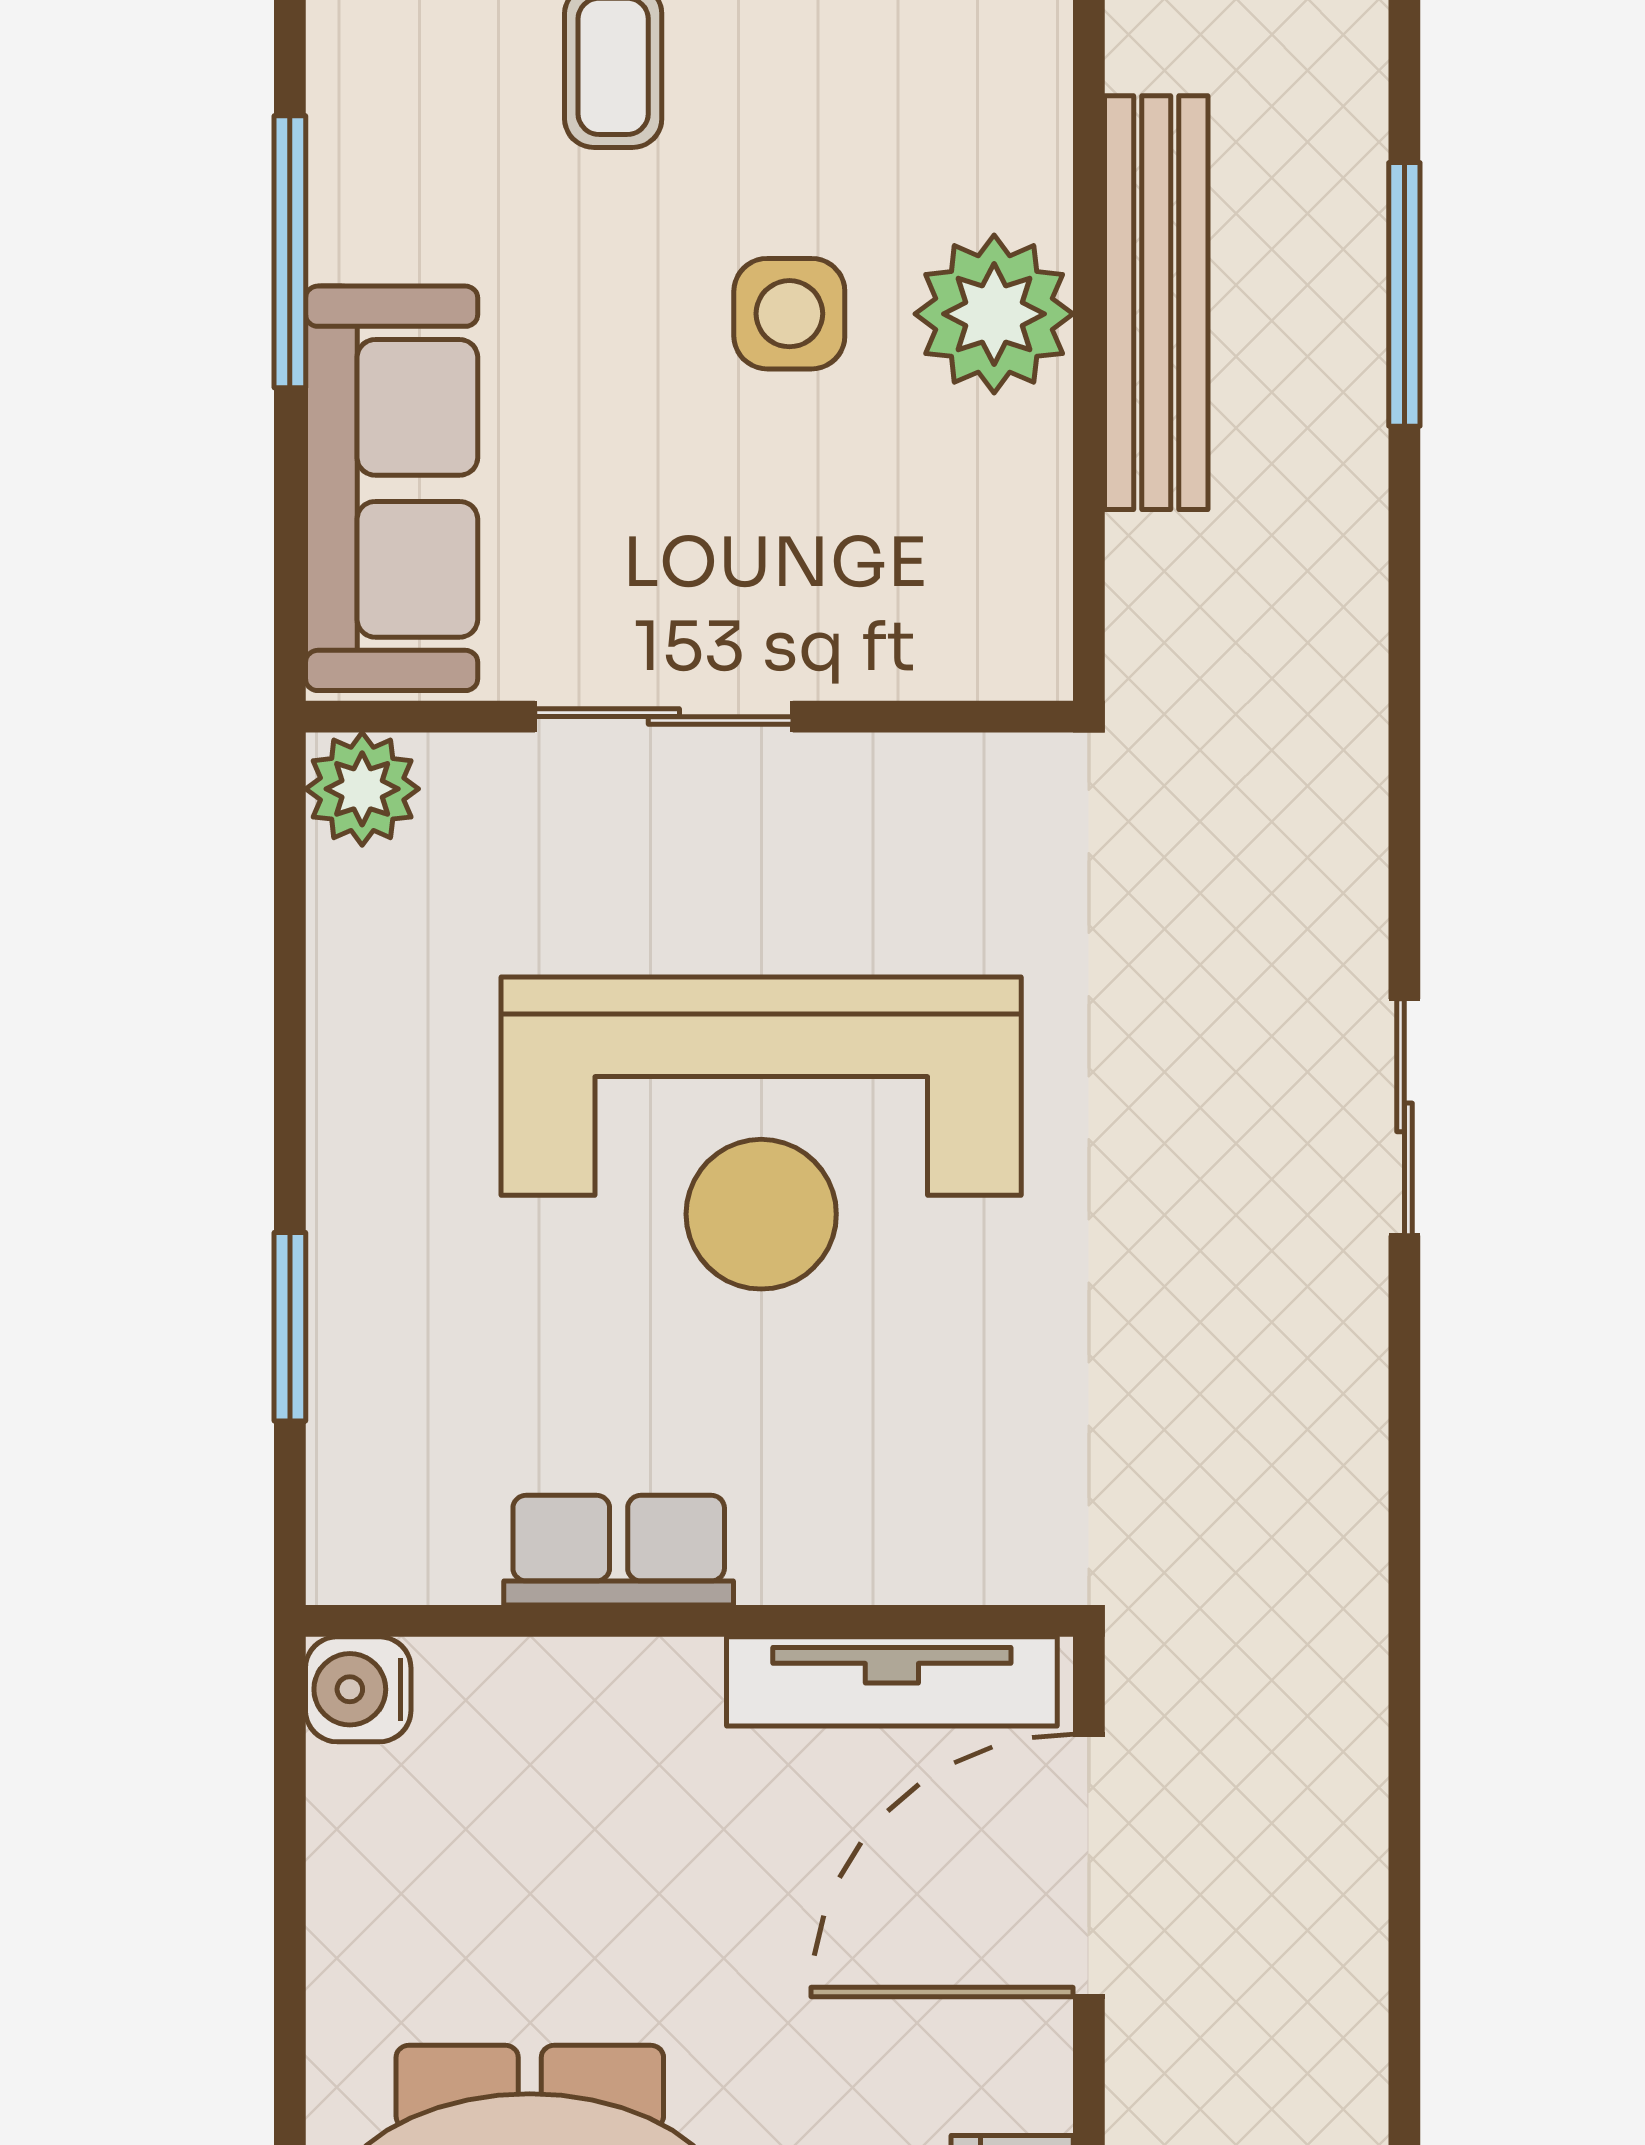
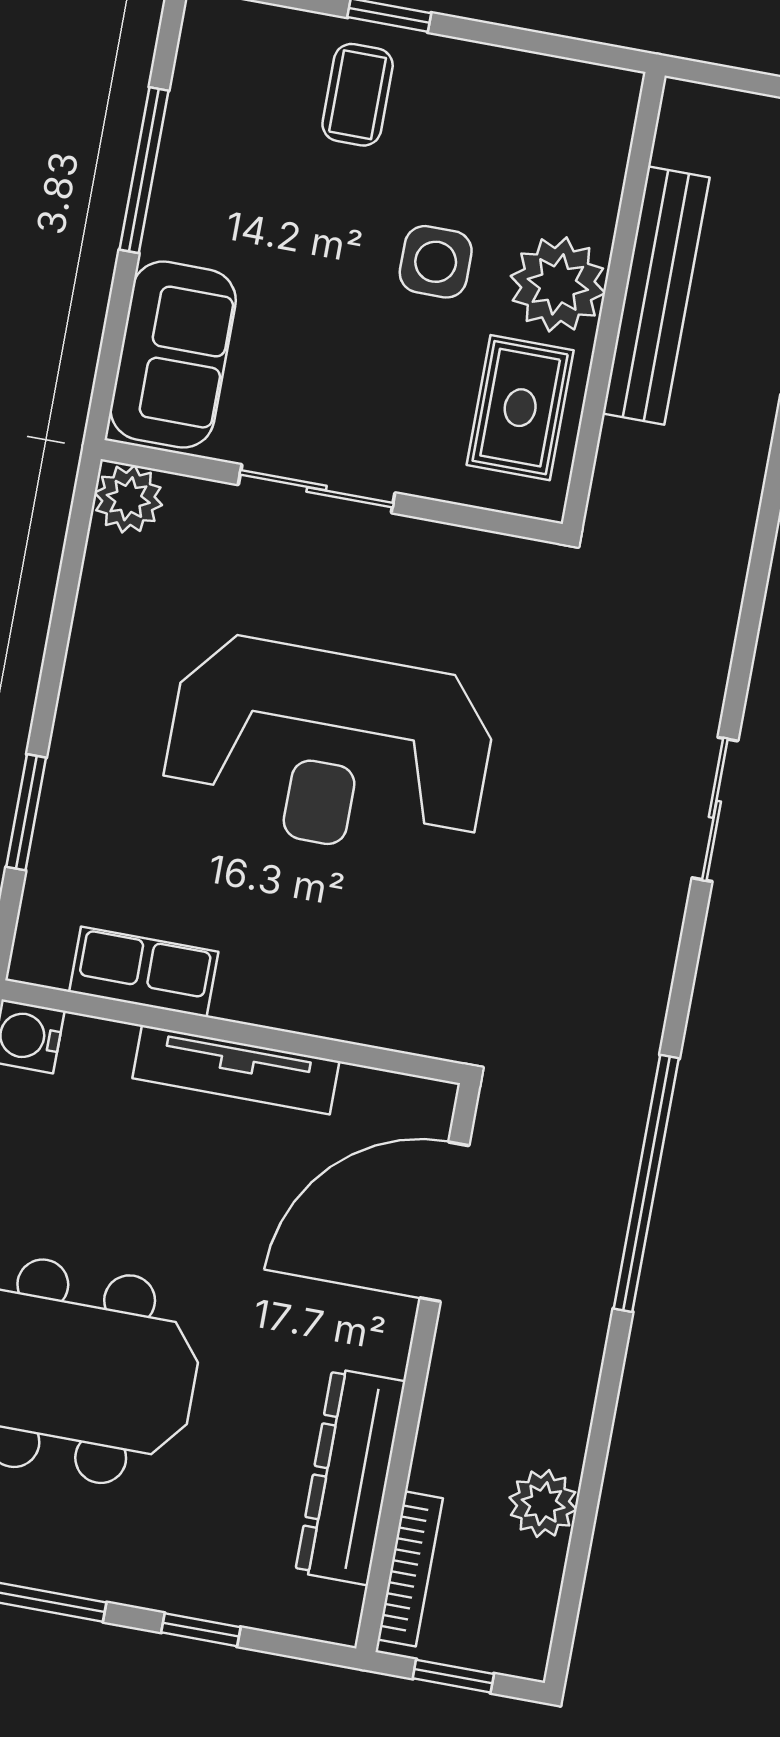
sofa: (392, 488) -> (173, 355), width x0.73
rug: (970, 525) -> (520, 408), added
row of seats: (619, 1550) -> (144, 972), moved
tv unit: (892, 1681) -> (236, 1070), moved
window: (1404, 1744) -> (646, 1183), added

